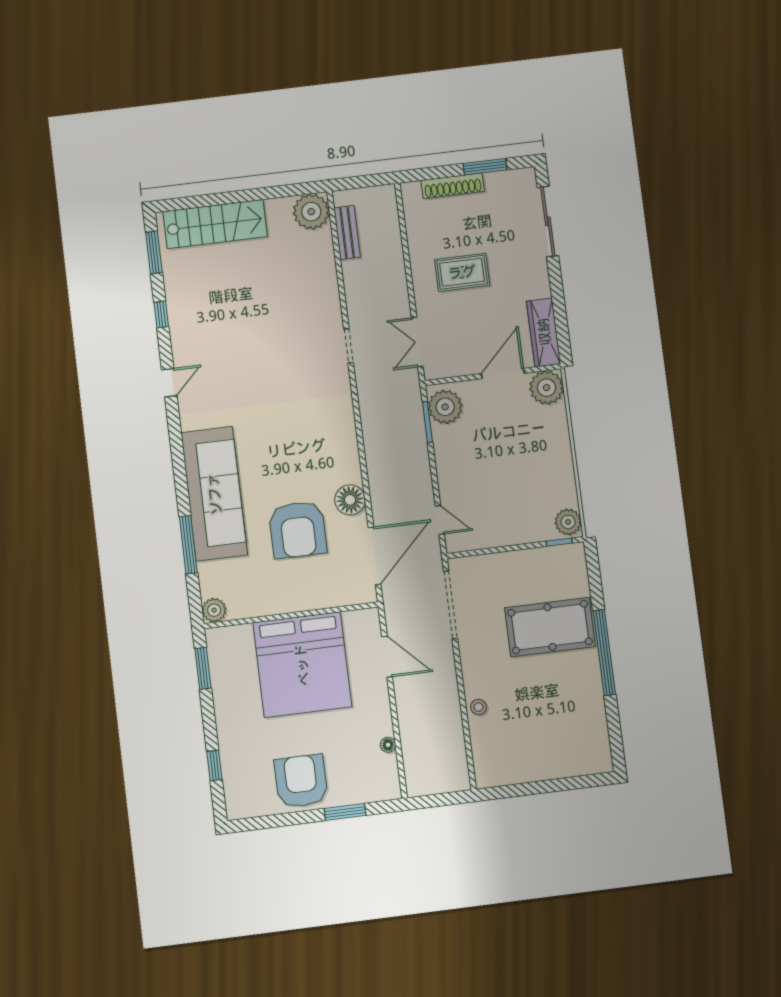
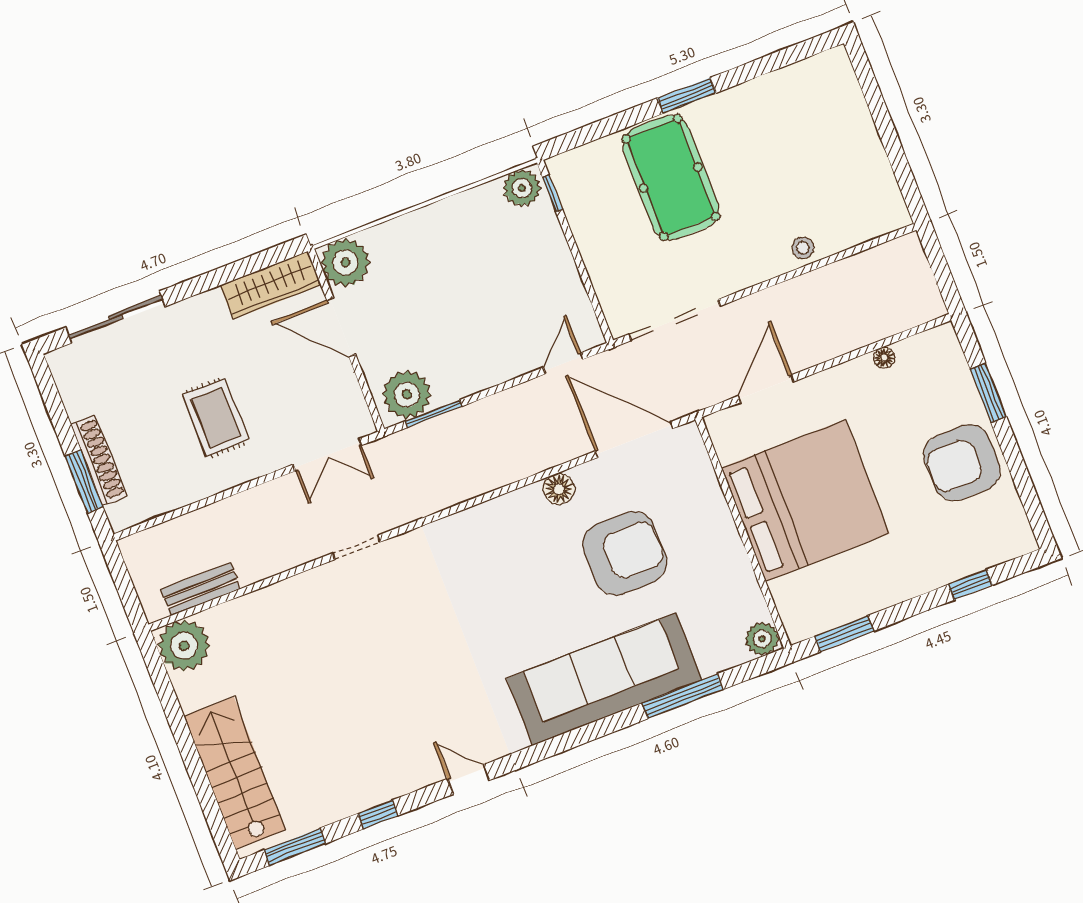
window: (485, 167) -> (84, 482), moved
floor lamp: (350, 500) -> (559, 489), width x0.73, depth x0.73
window: (604, 652) -> (687, 96), width x0.47

